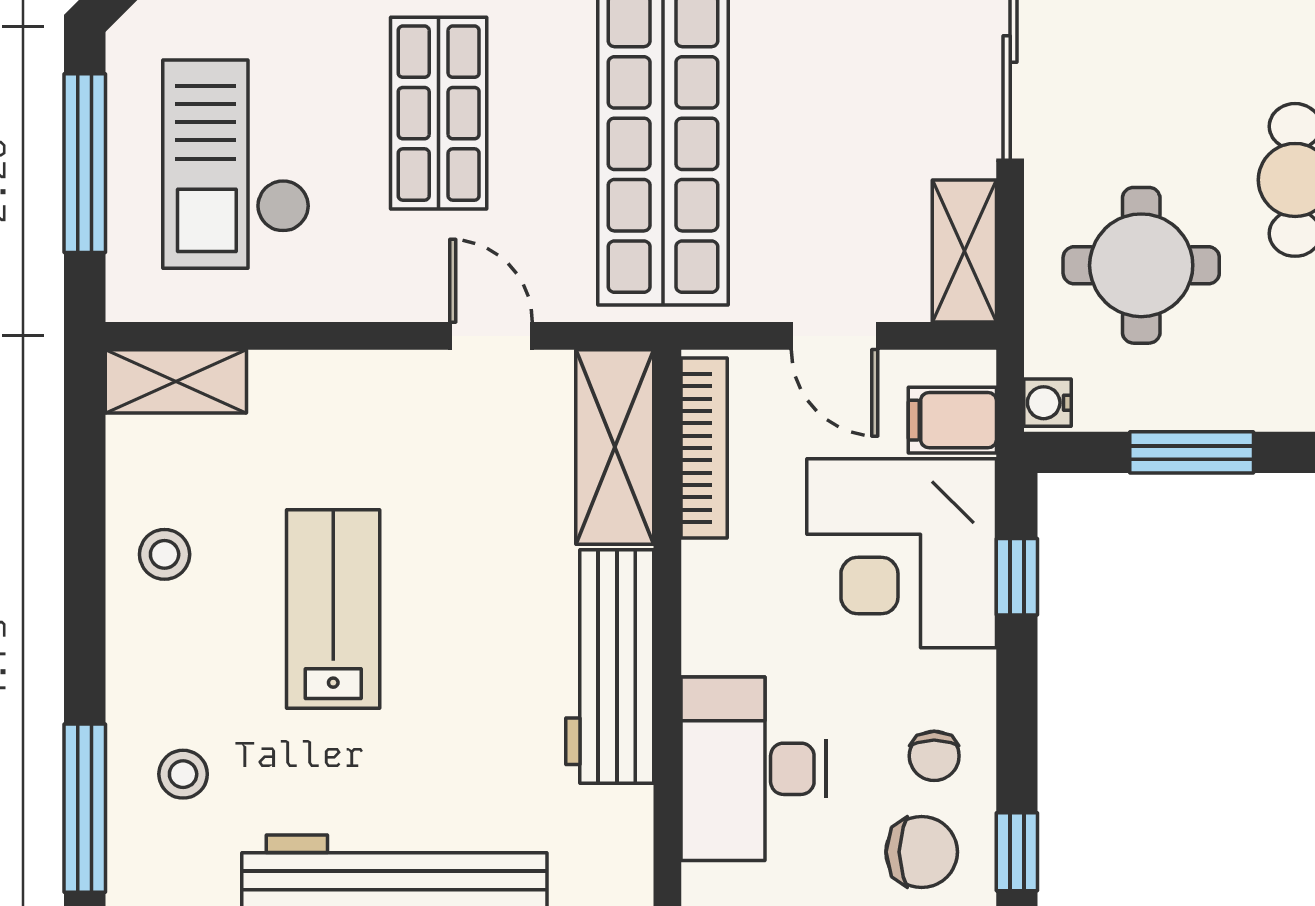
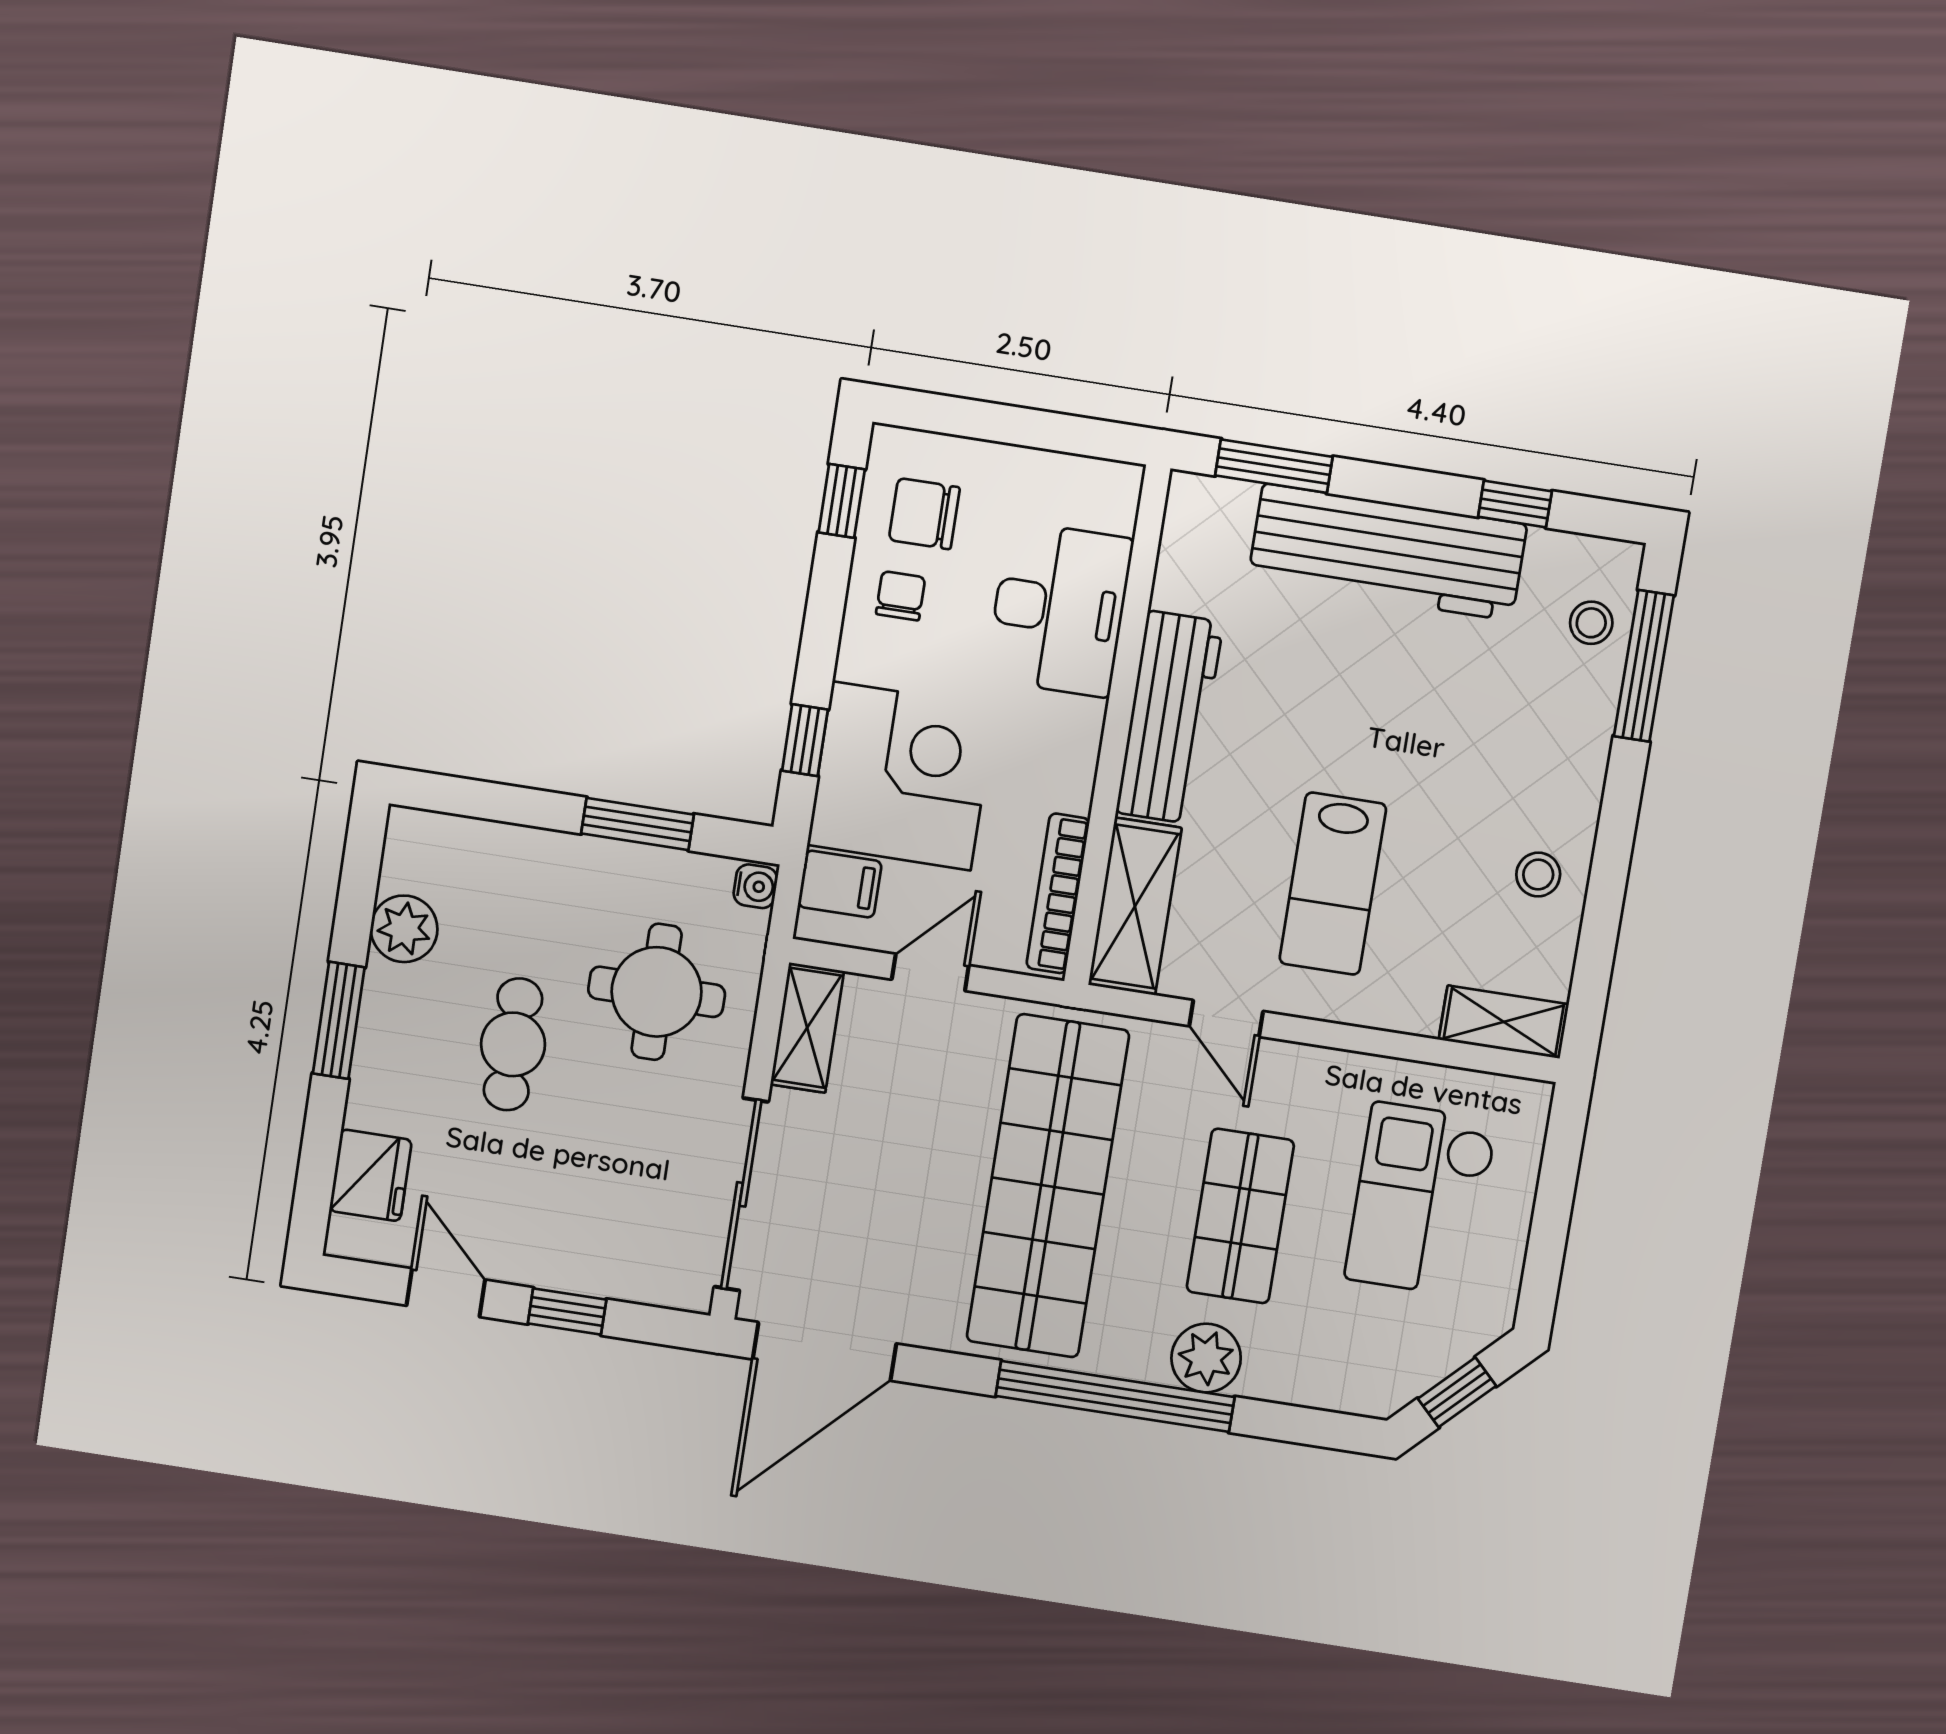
window: (85, 163) -> (1551, 1221), removed
checkout: (236, 164) -> (1421, 1200), turned 180
door: (835, 336) -> (930, 972), hinge flipped
lab bench: (333, 609) -> (1333, 884), moved
stool: (183, 774) -> (1591, 623), moved

